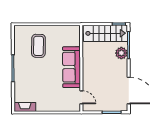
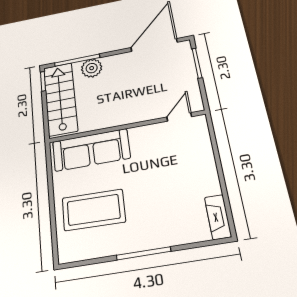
coffee table: (38, 46) -> (94, 210), width x1.36, depth x1.32
sofa: (71, 67) -> (91, 150), moved

